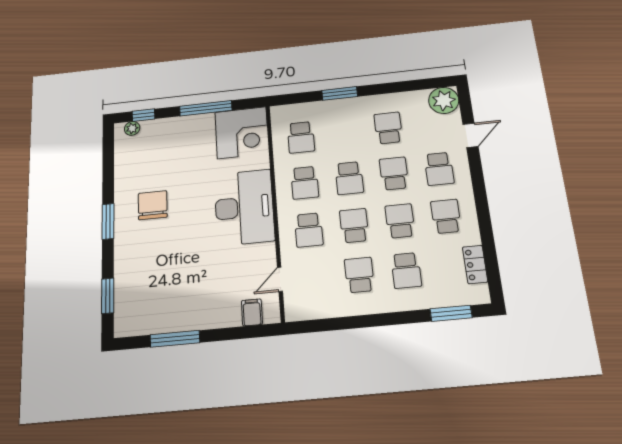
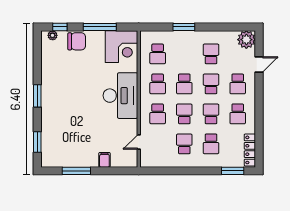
chair: (153, 205) -> (77, 41), moved, turned 90
school desk: (446, 216) -> (238, 114), turned 180
locker: (475, 264) -> (250, 150), width x1.53
filing cabinet: (252, 312) -> (104, 160), moved

